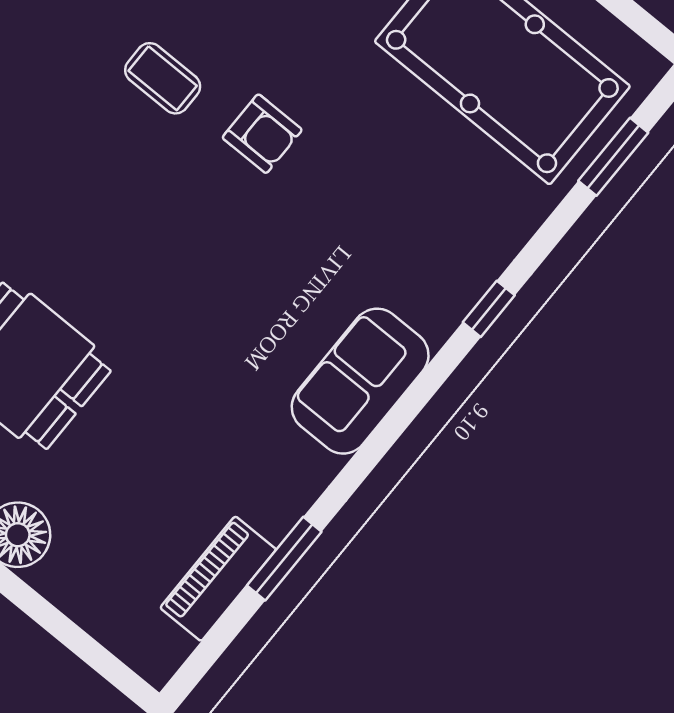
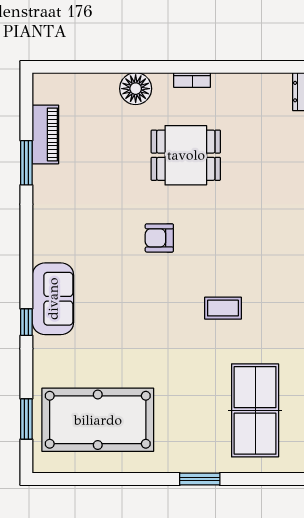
armchair: (262, 134) -> (159, 238), moved
sofa: (360, 381) -> (53, 299), moved

